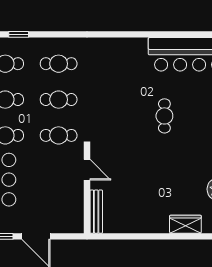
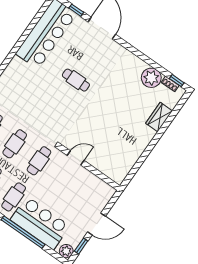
bench: (96, 212) -> (108, 171), removed

